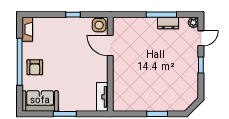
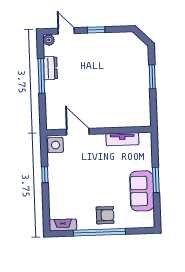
door: (110, 45) -> (78, 132), swing flipped
tv unit: (102, 97) -> (122, 139), moved
sofa: (40, 101) -> (142, 191), moved

